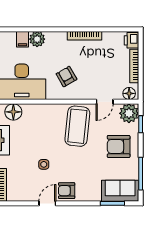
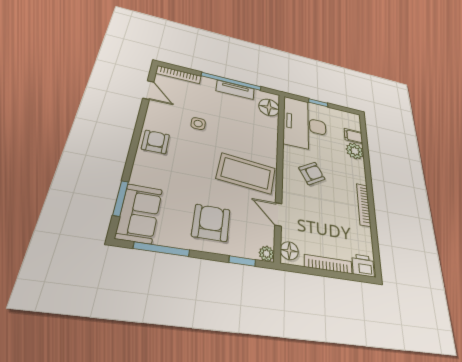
plant: (129, 113) -> (267, 254), width x0.53, depth x0.53
door: (47, 203) -> (148, 90), moved

